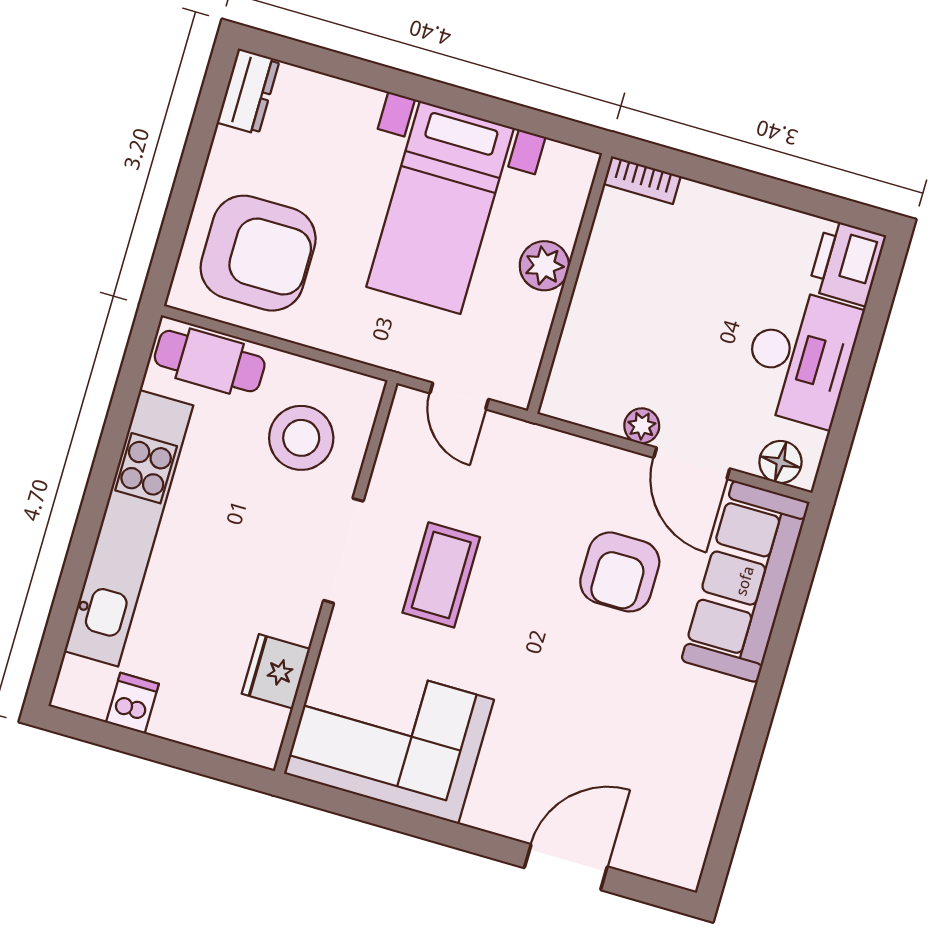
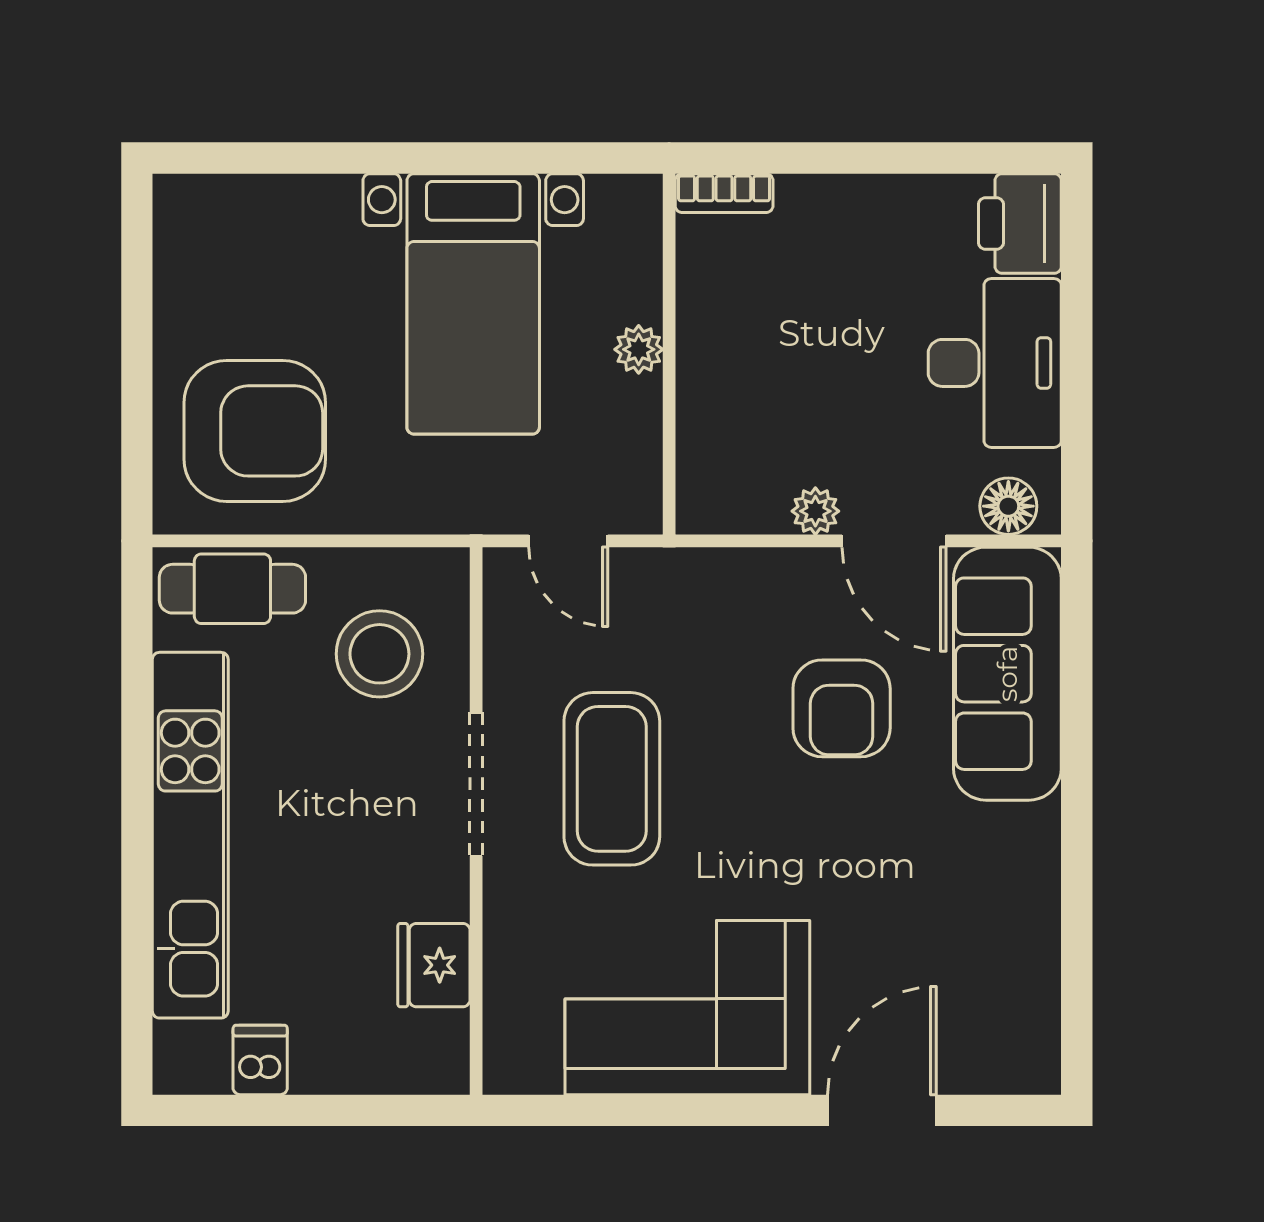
dresser: (248, 91) -> (182, 226), removed
plant: (544, 266) -> (639, 349), width x0.73, depth x0.73
coffee table: (441, 575) -> (612, 779), width x1.36, depth x1.32
corner sofa: (389, 737) -> (687, 1008), moved

